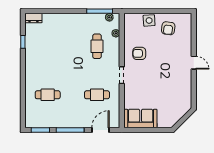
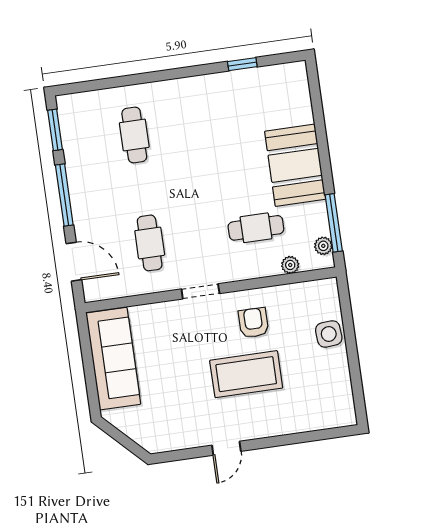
dresser: (33, 18) -> (298, 80), removed
booth: (71, 25) -> (295, 165), added
armchair: (168, 28) -> (318, 378), removed
coffee table: (162, 60) -> (246, 374), added
door: (194, 63) -> (226, 448), moved
sofa: (141, 118) -> (113, 359), width x1.36

